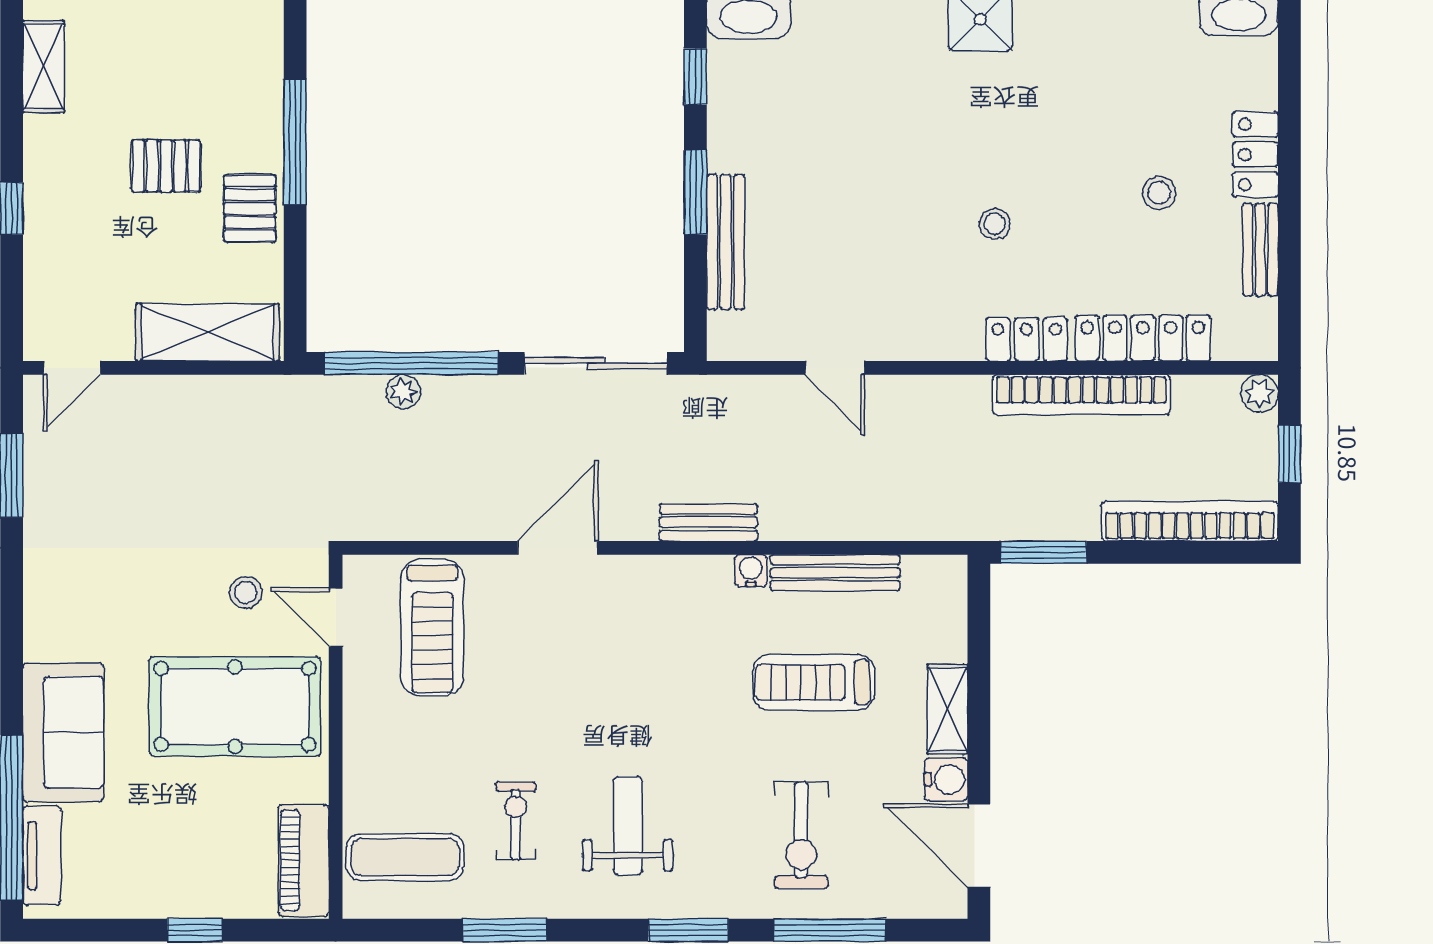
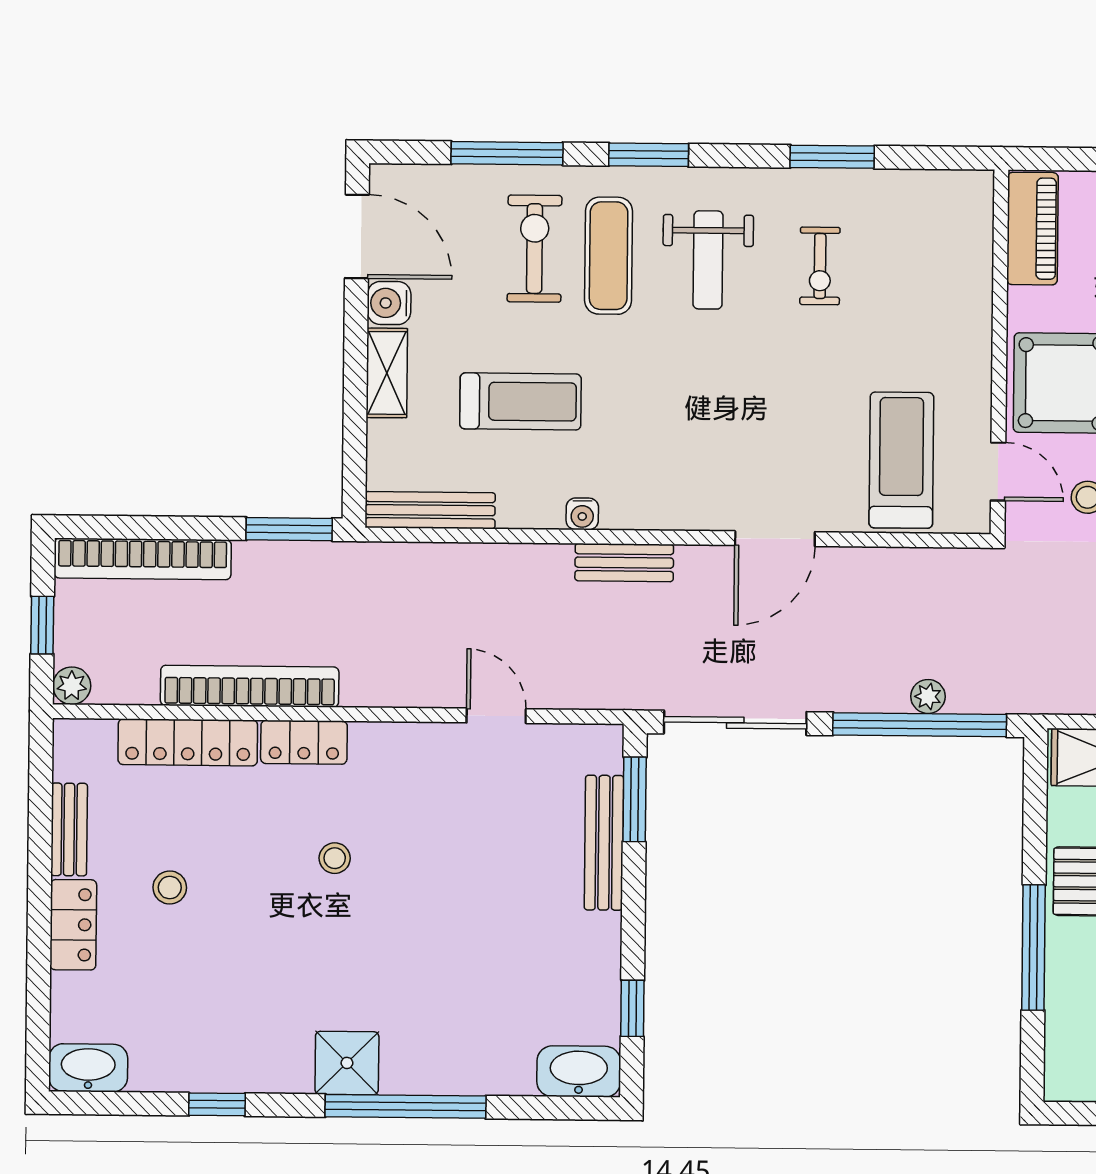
window: (695, 192) -> (635, 799), moved
bench: (835, 573) -> (430, 510), moved
exercise mat: (405, 857) -> (609, 256), moved, turned 90

